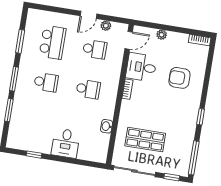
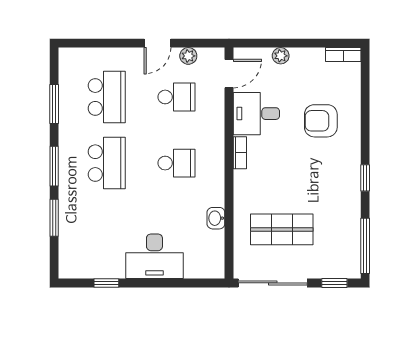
school desk: (46, 82) -> (107, 163), width x1.85
desk: (66, 143) -> (154, 256), width x1.37

